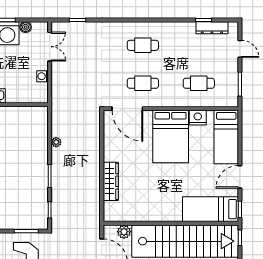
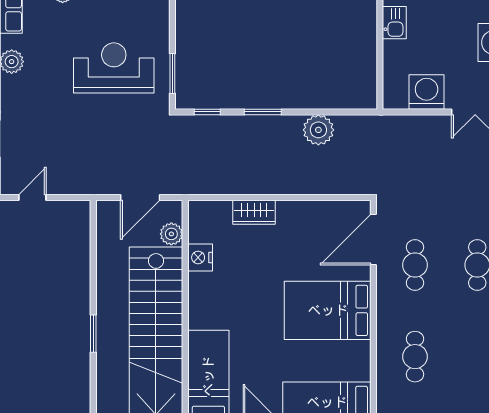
washing machine: (42, 76) -> (427, 92), width x1.89, depth x1.89
nightstand: (198, 118) -> (200, 257), moved, turned 180
plant: (56, 142) -> (318, 130), width x1.88, depth x1.88
wardrobe: (111, 181) -> (254, 212), width x0.67

